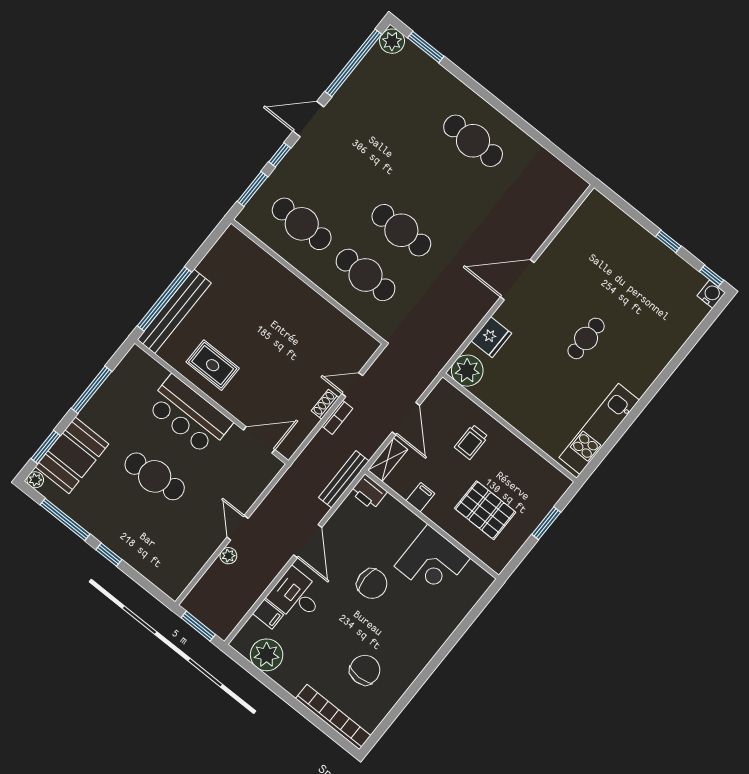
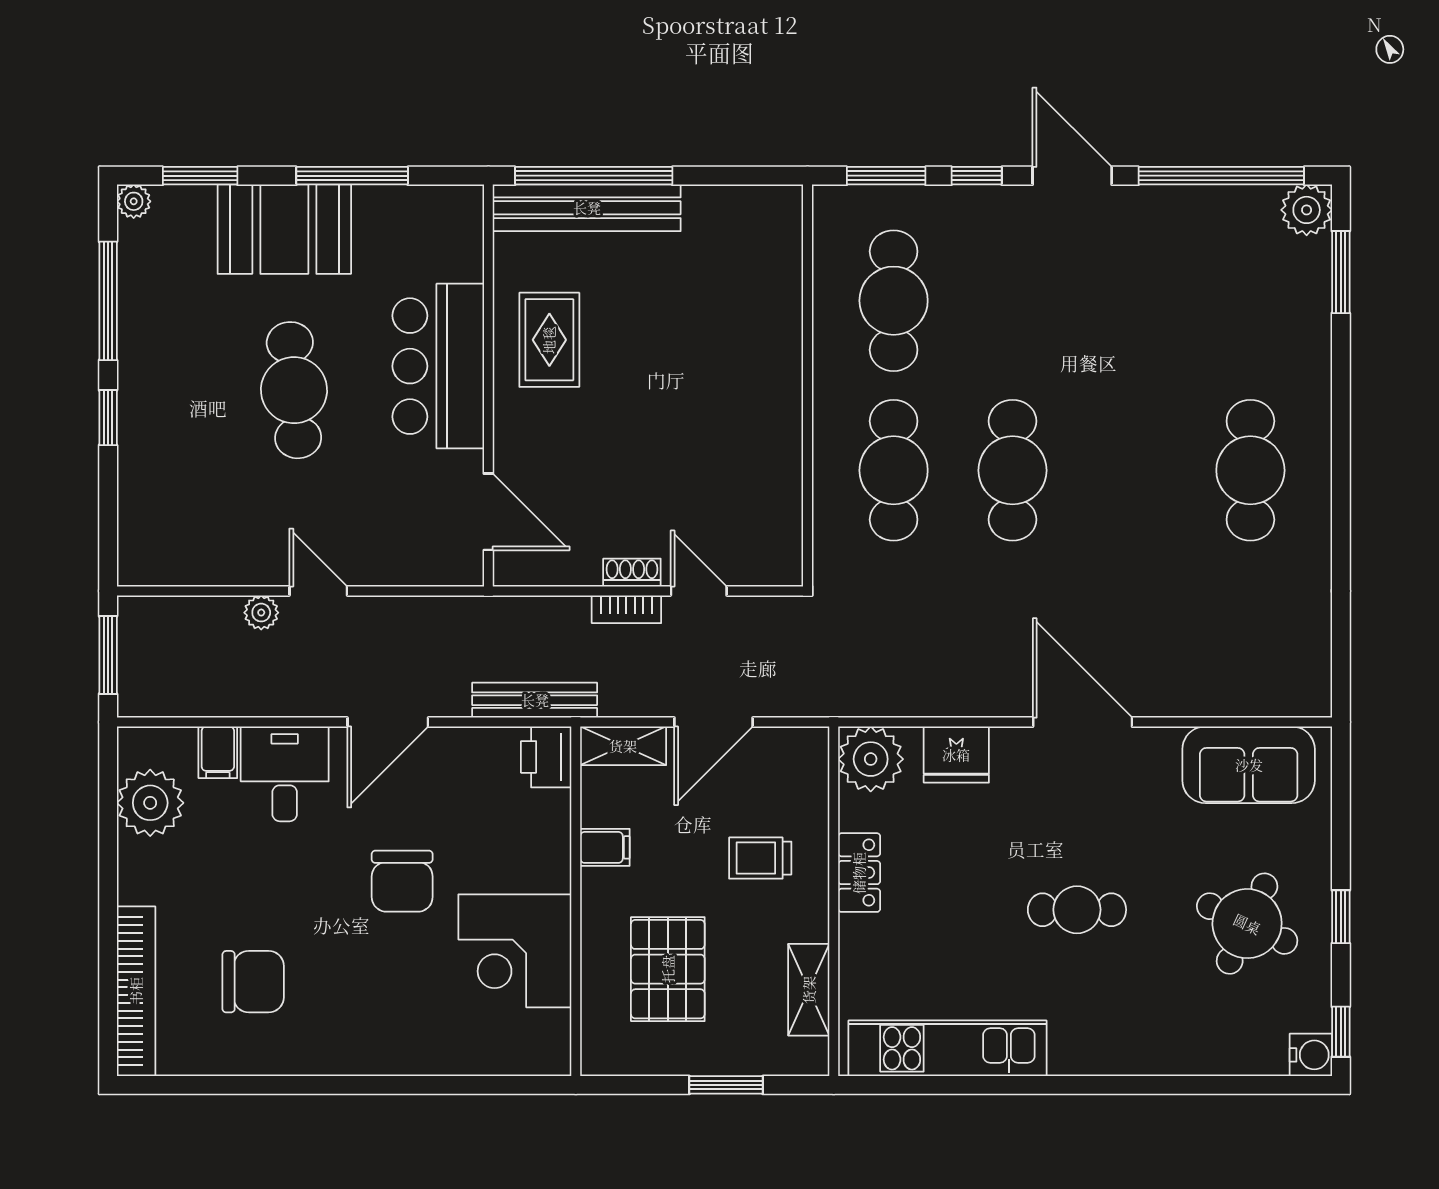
sofa: (583, 230) -> (1249, 765), added
round table: (643, 279) -> (1247, 924), added
locker: (506, 409) -> (859, 873), added
booth: (72, 455) -> (284, 229), moved
shelving: (535, 463) -> (809, 990), added
door: (238, 528) -> (318, 591), hinge flipped

